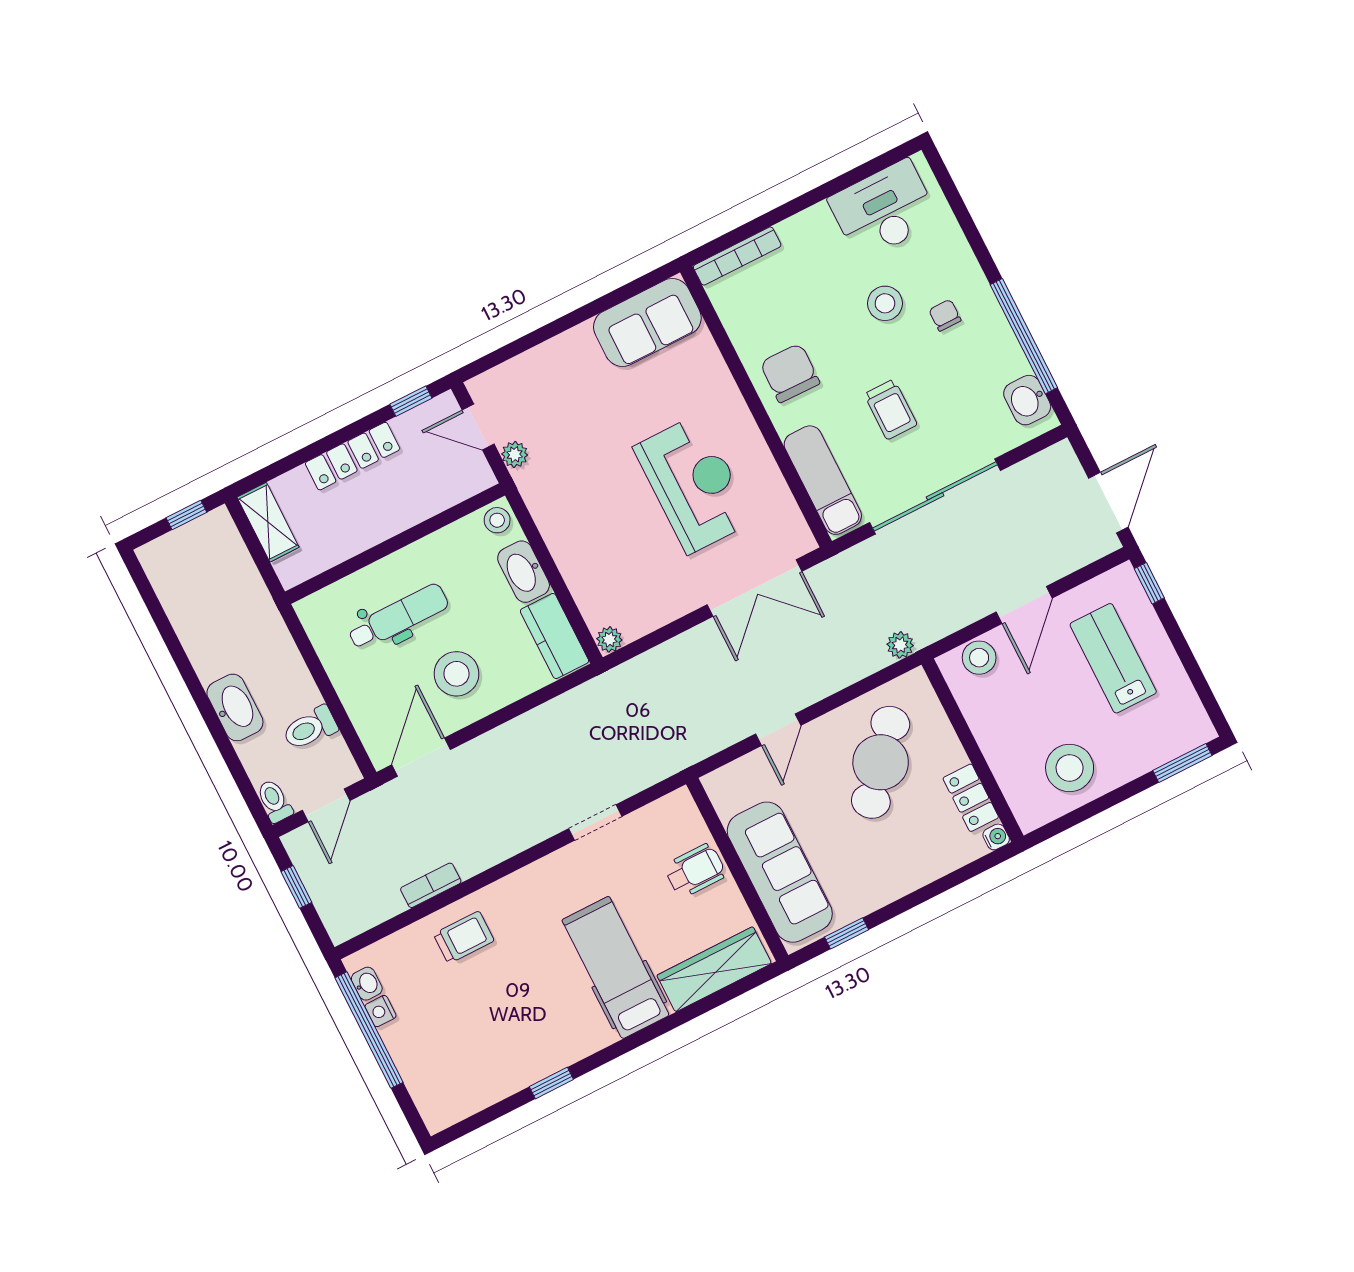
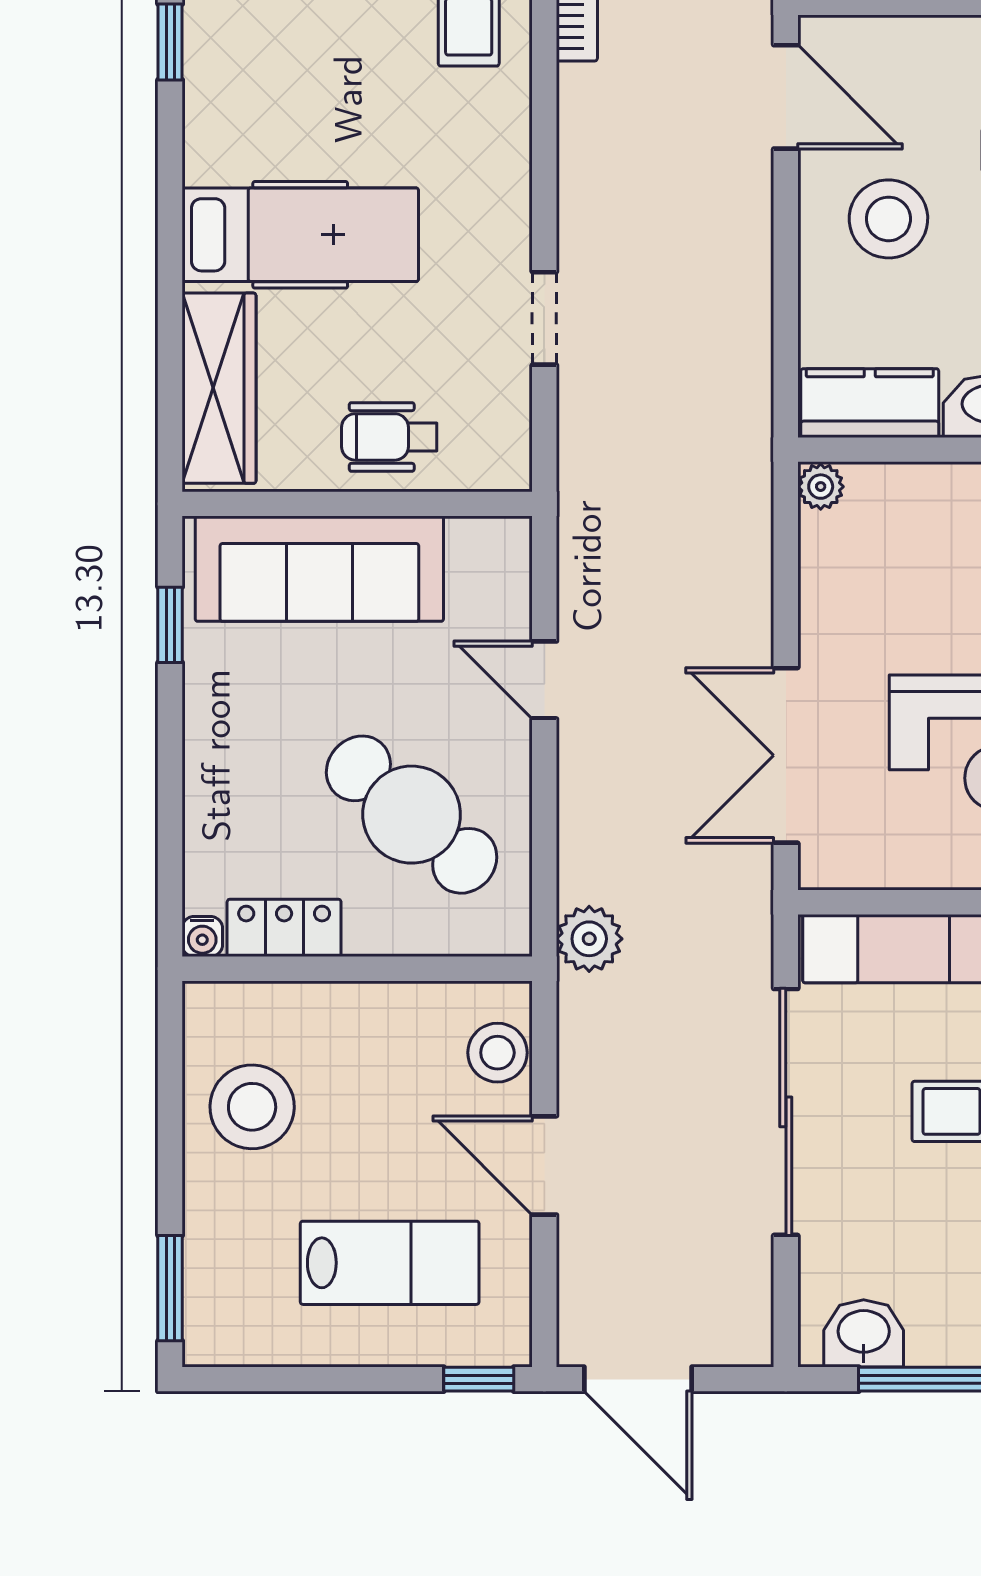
plant: (900, 645) -> (589, 939), width x1.38, depth x1.38
wheelchair: (695, 871) -> (389, 437), turned 90

